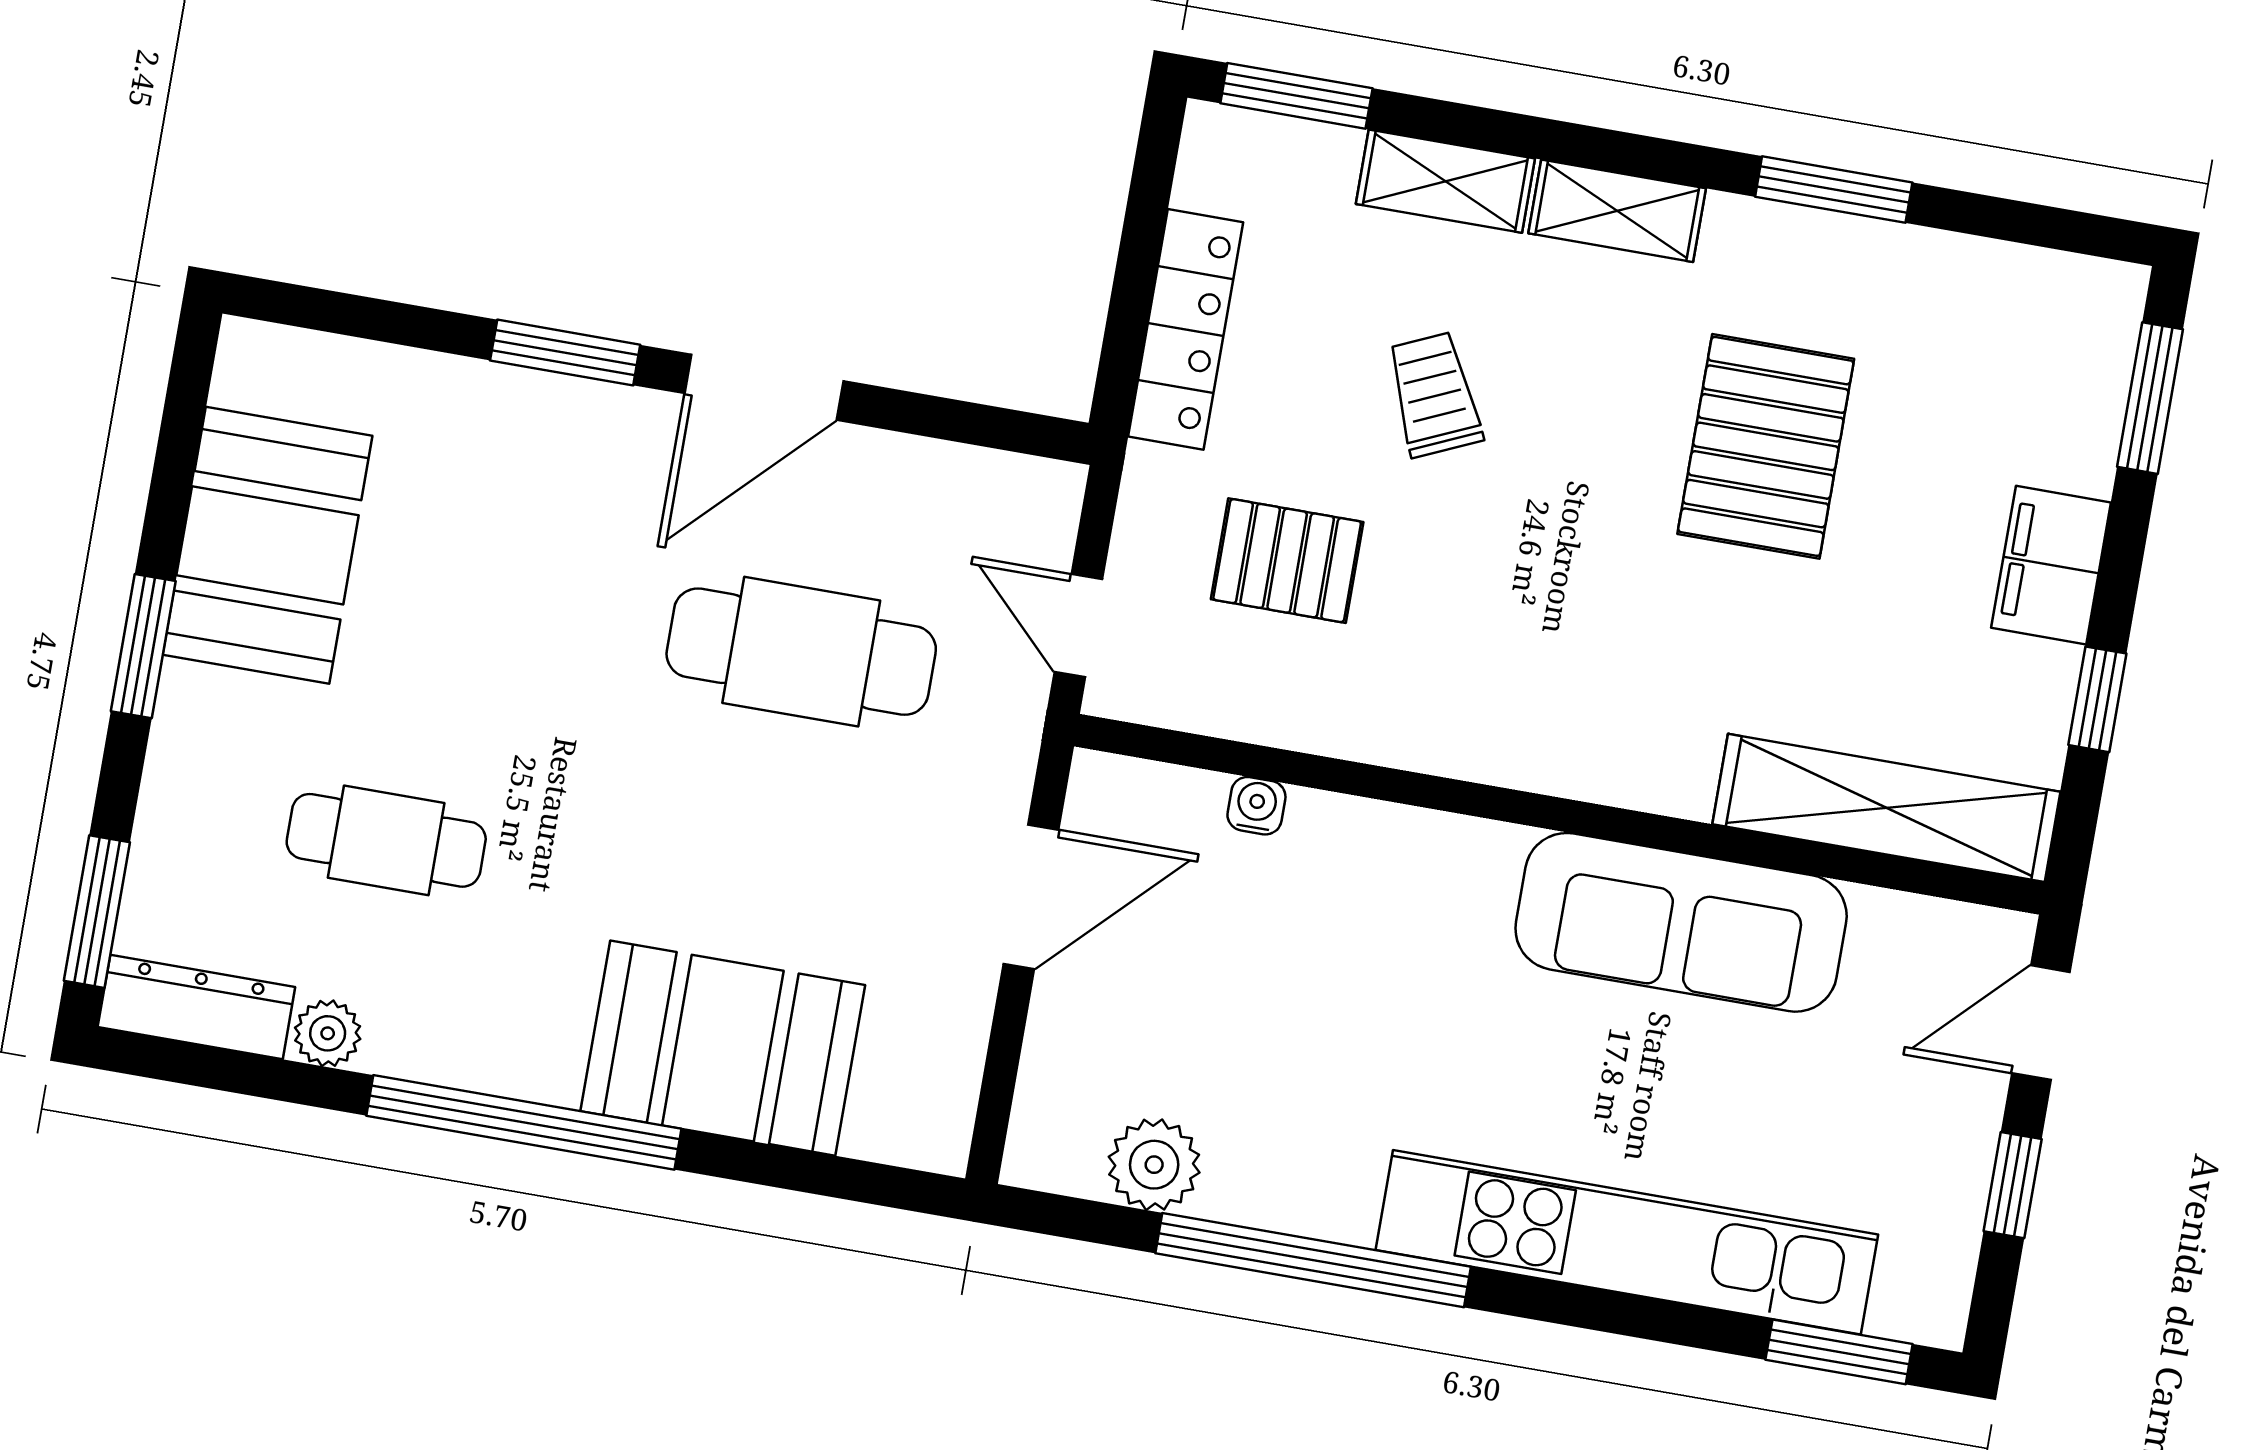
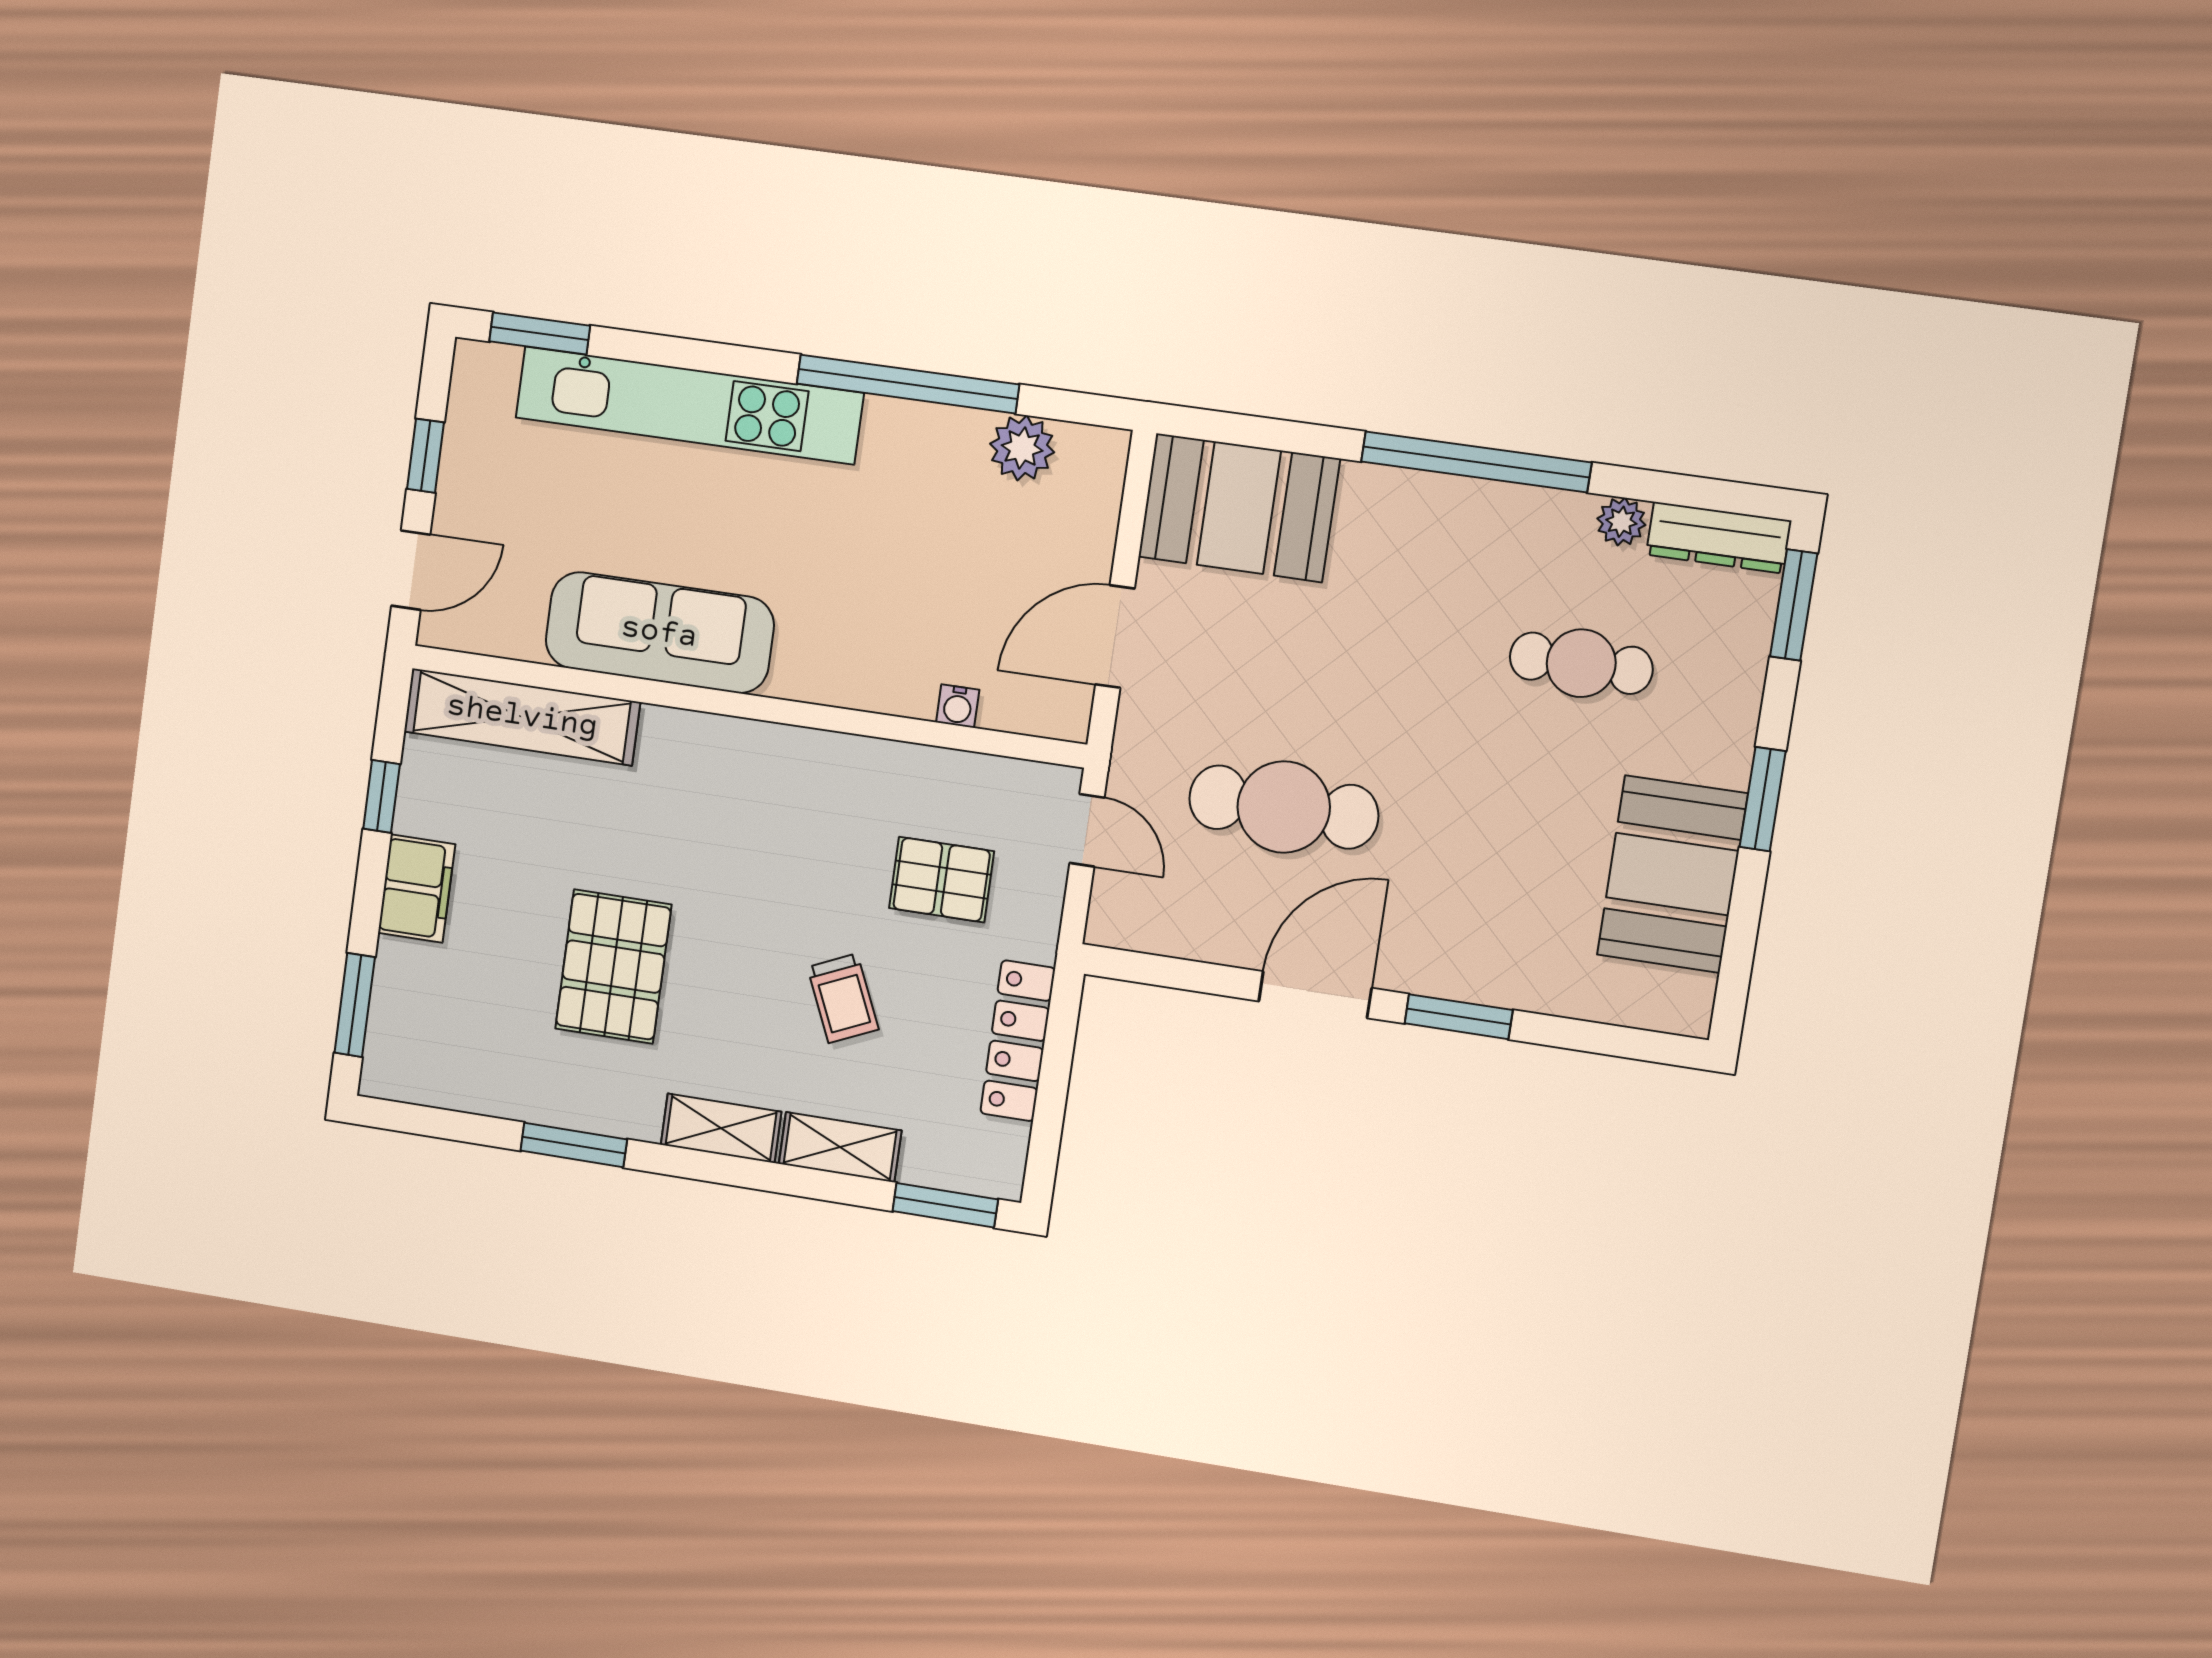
booth: (723, 1048) -> (1239, 508), moved

